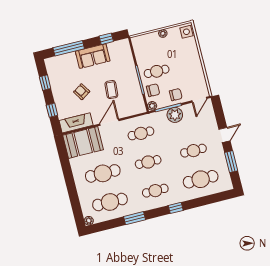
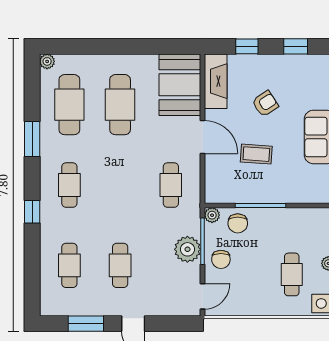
cafe table: (157, 71) -> (292, 274), moved
door: (199, 100) -> (203, 296), swing flipped
cafe table: (148, 162) -> (120, 185), removed
cafe table: (201, 179) -> (69, 265), width x0.73, depth x0.74

